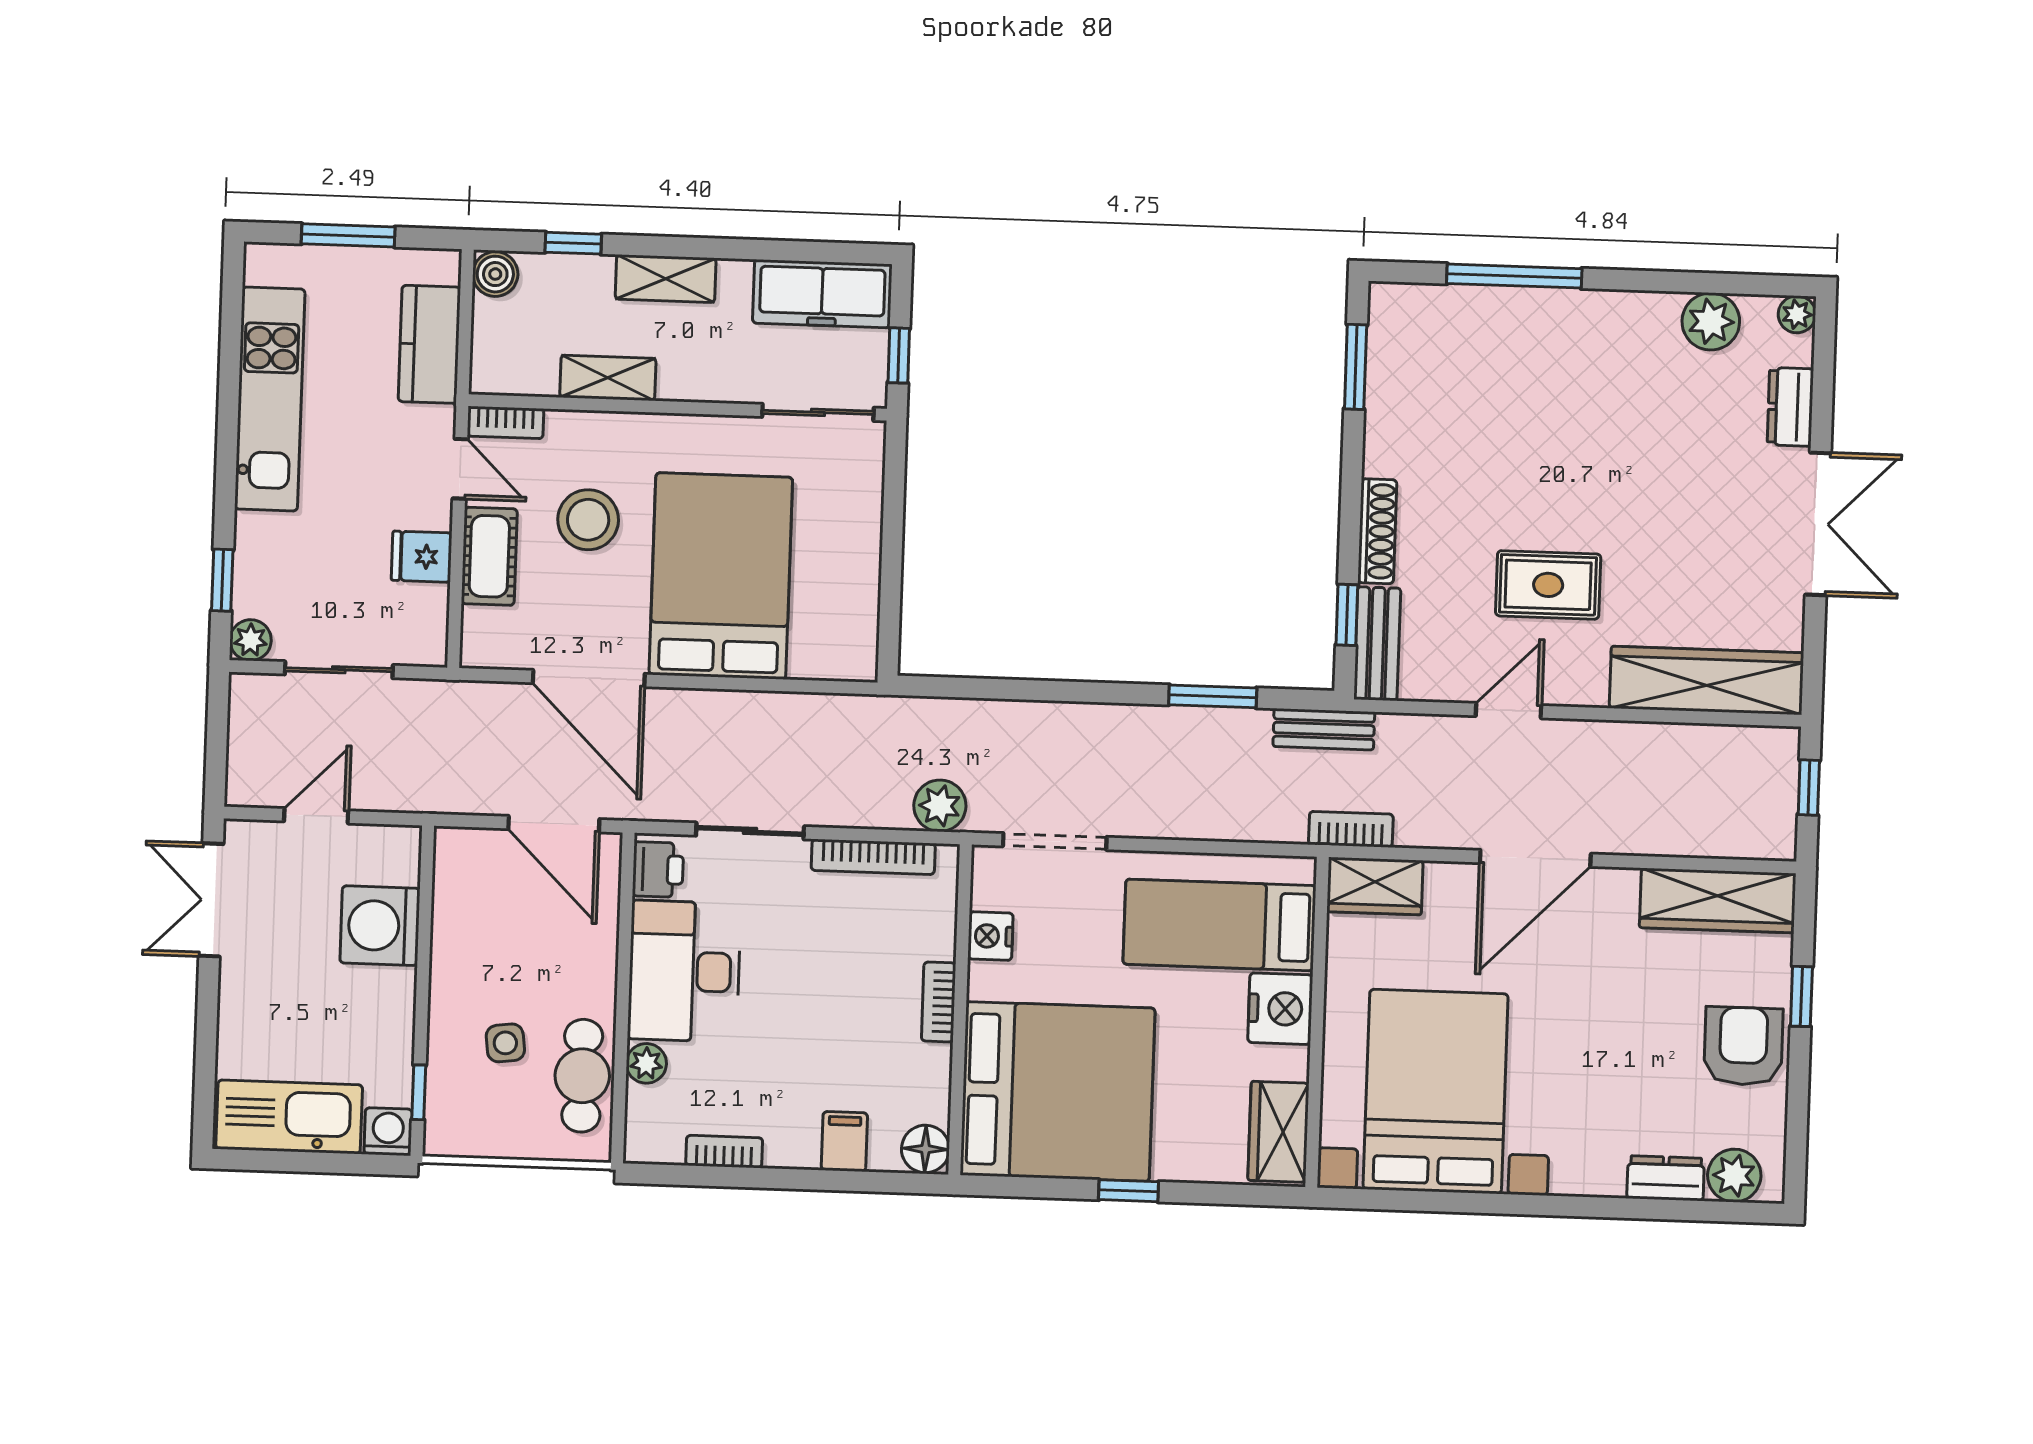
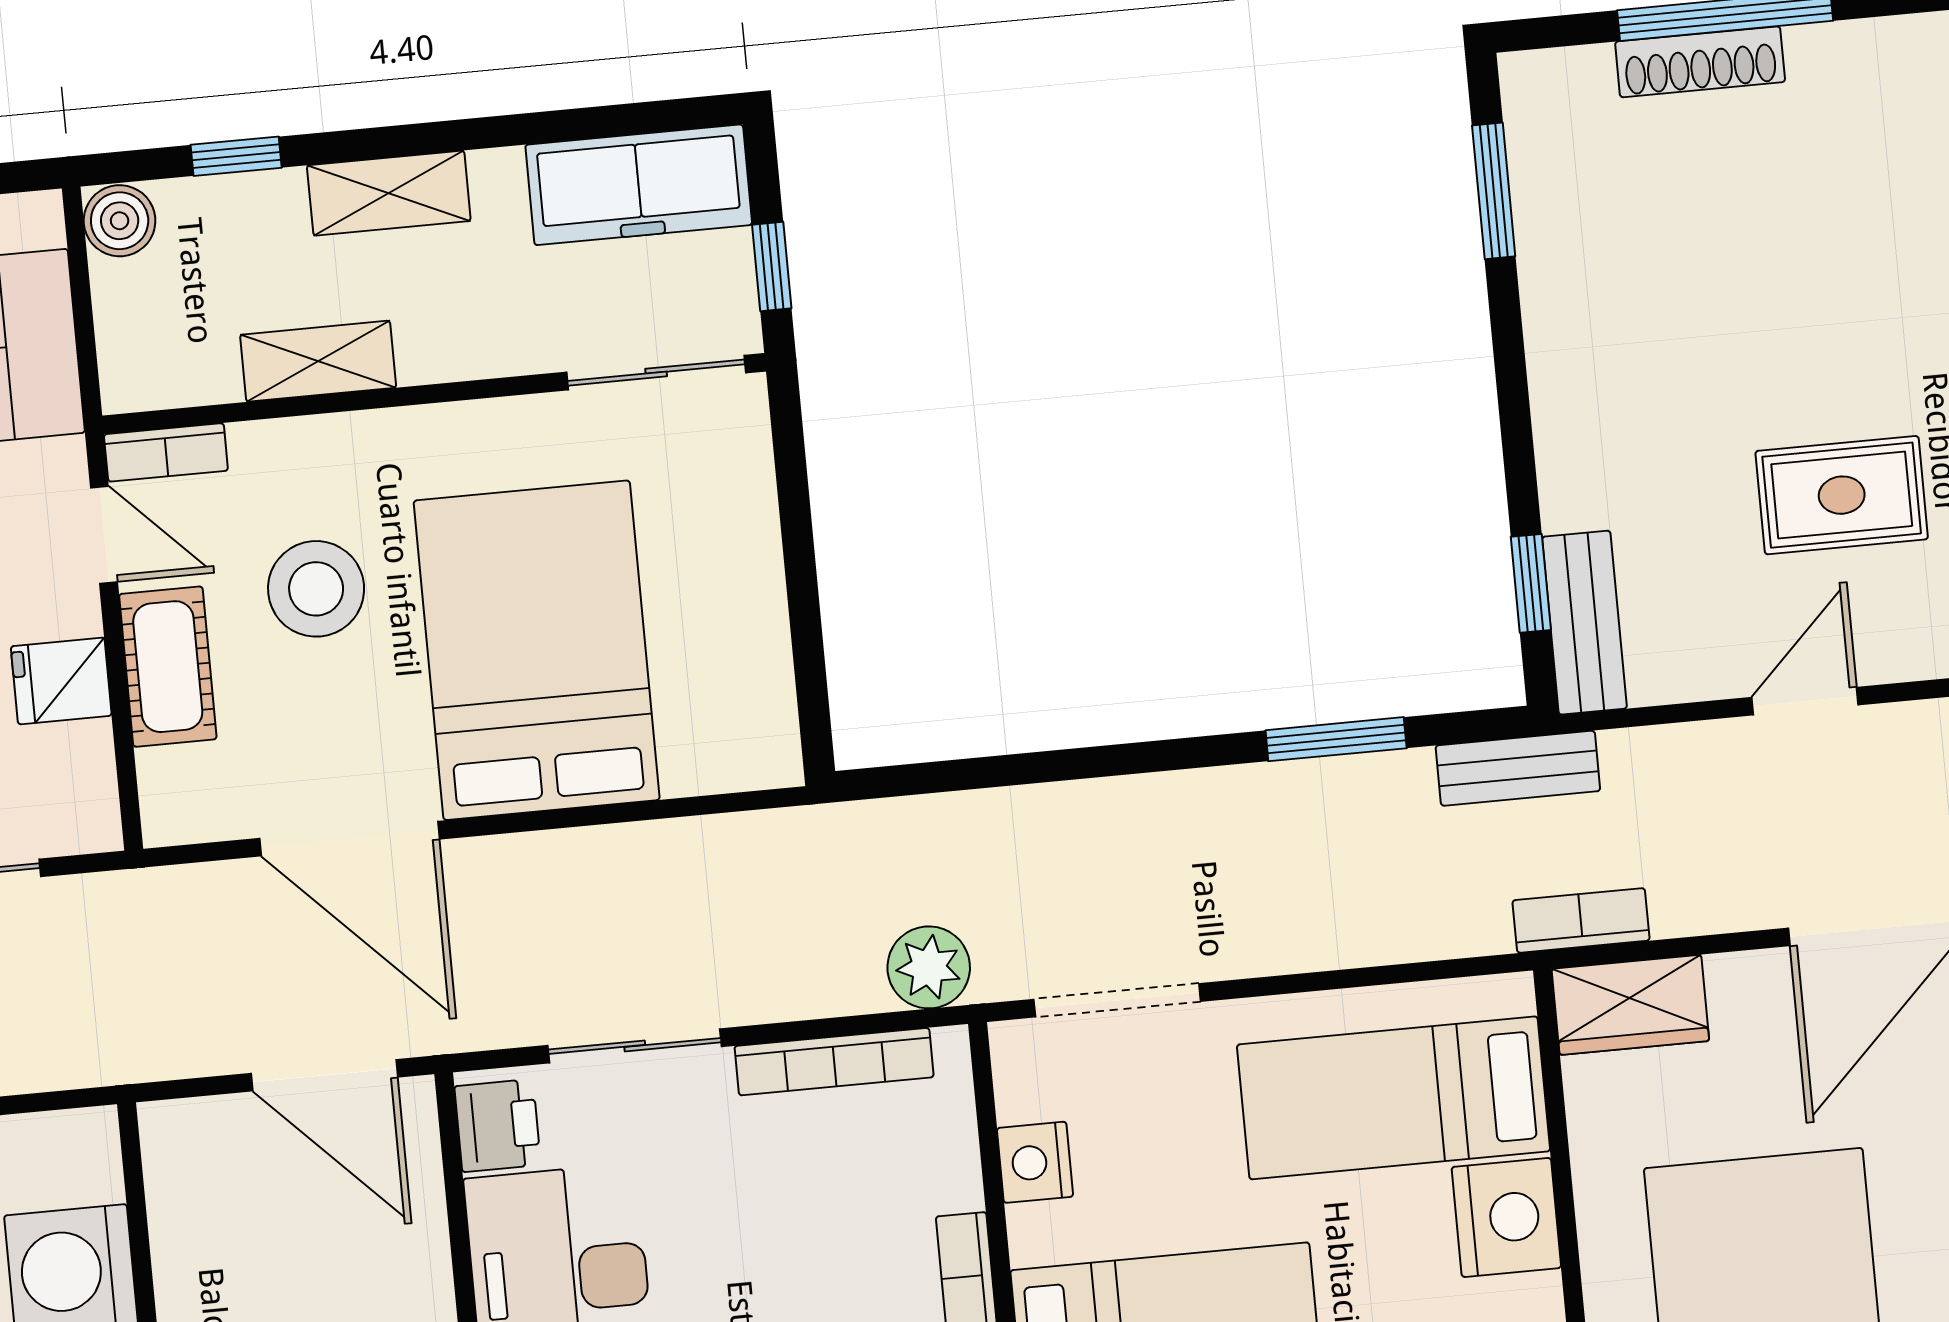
shoe rack: (1377, 531) -> (1700, 62), moved, turned 90

